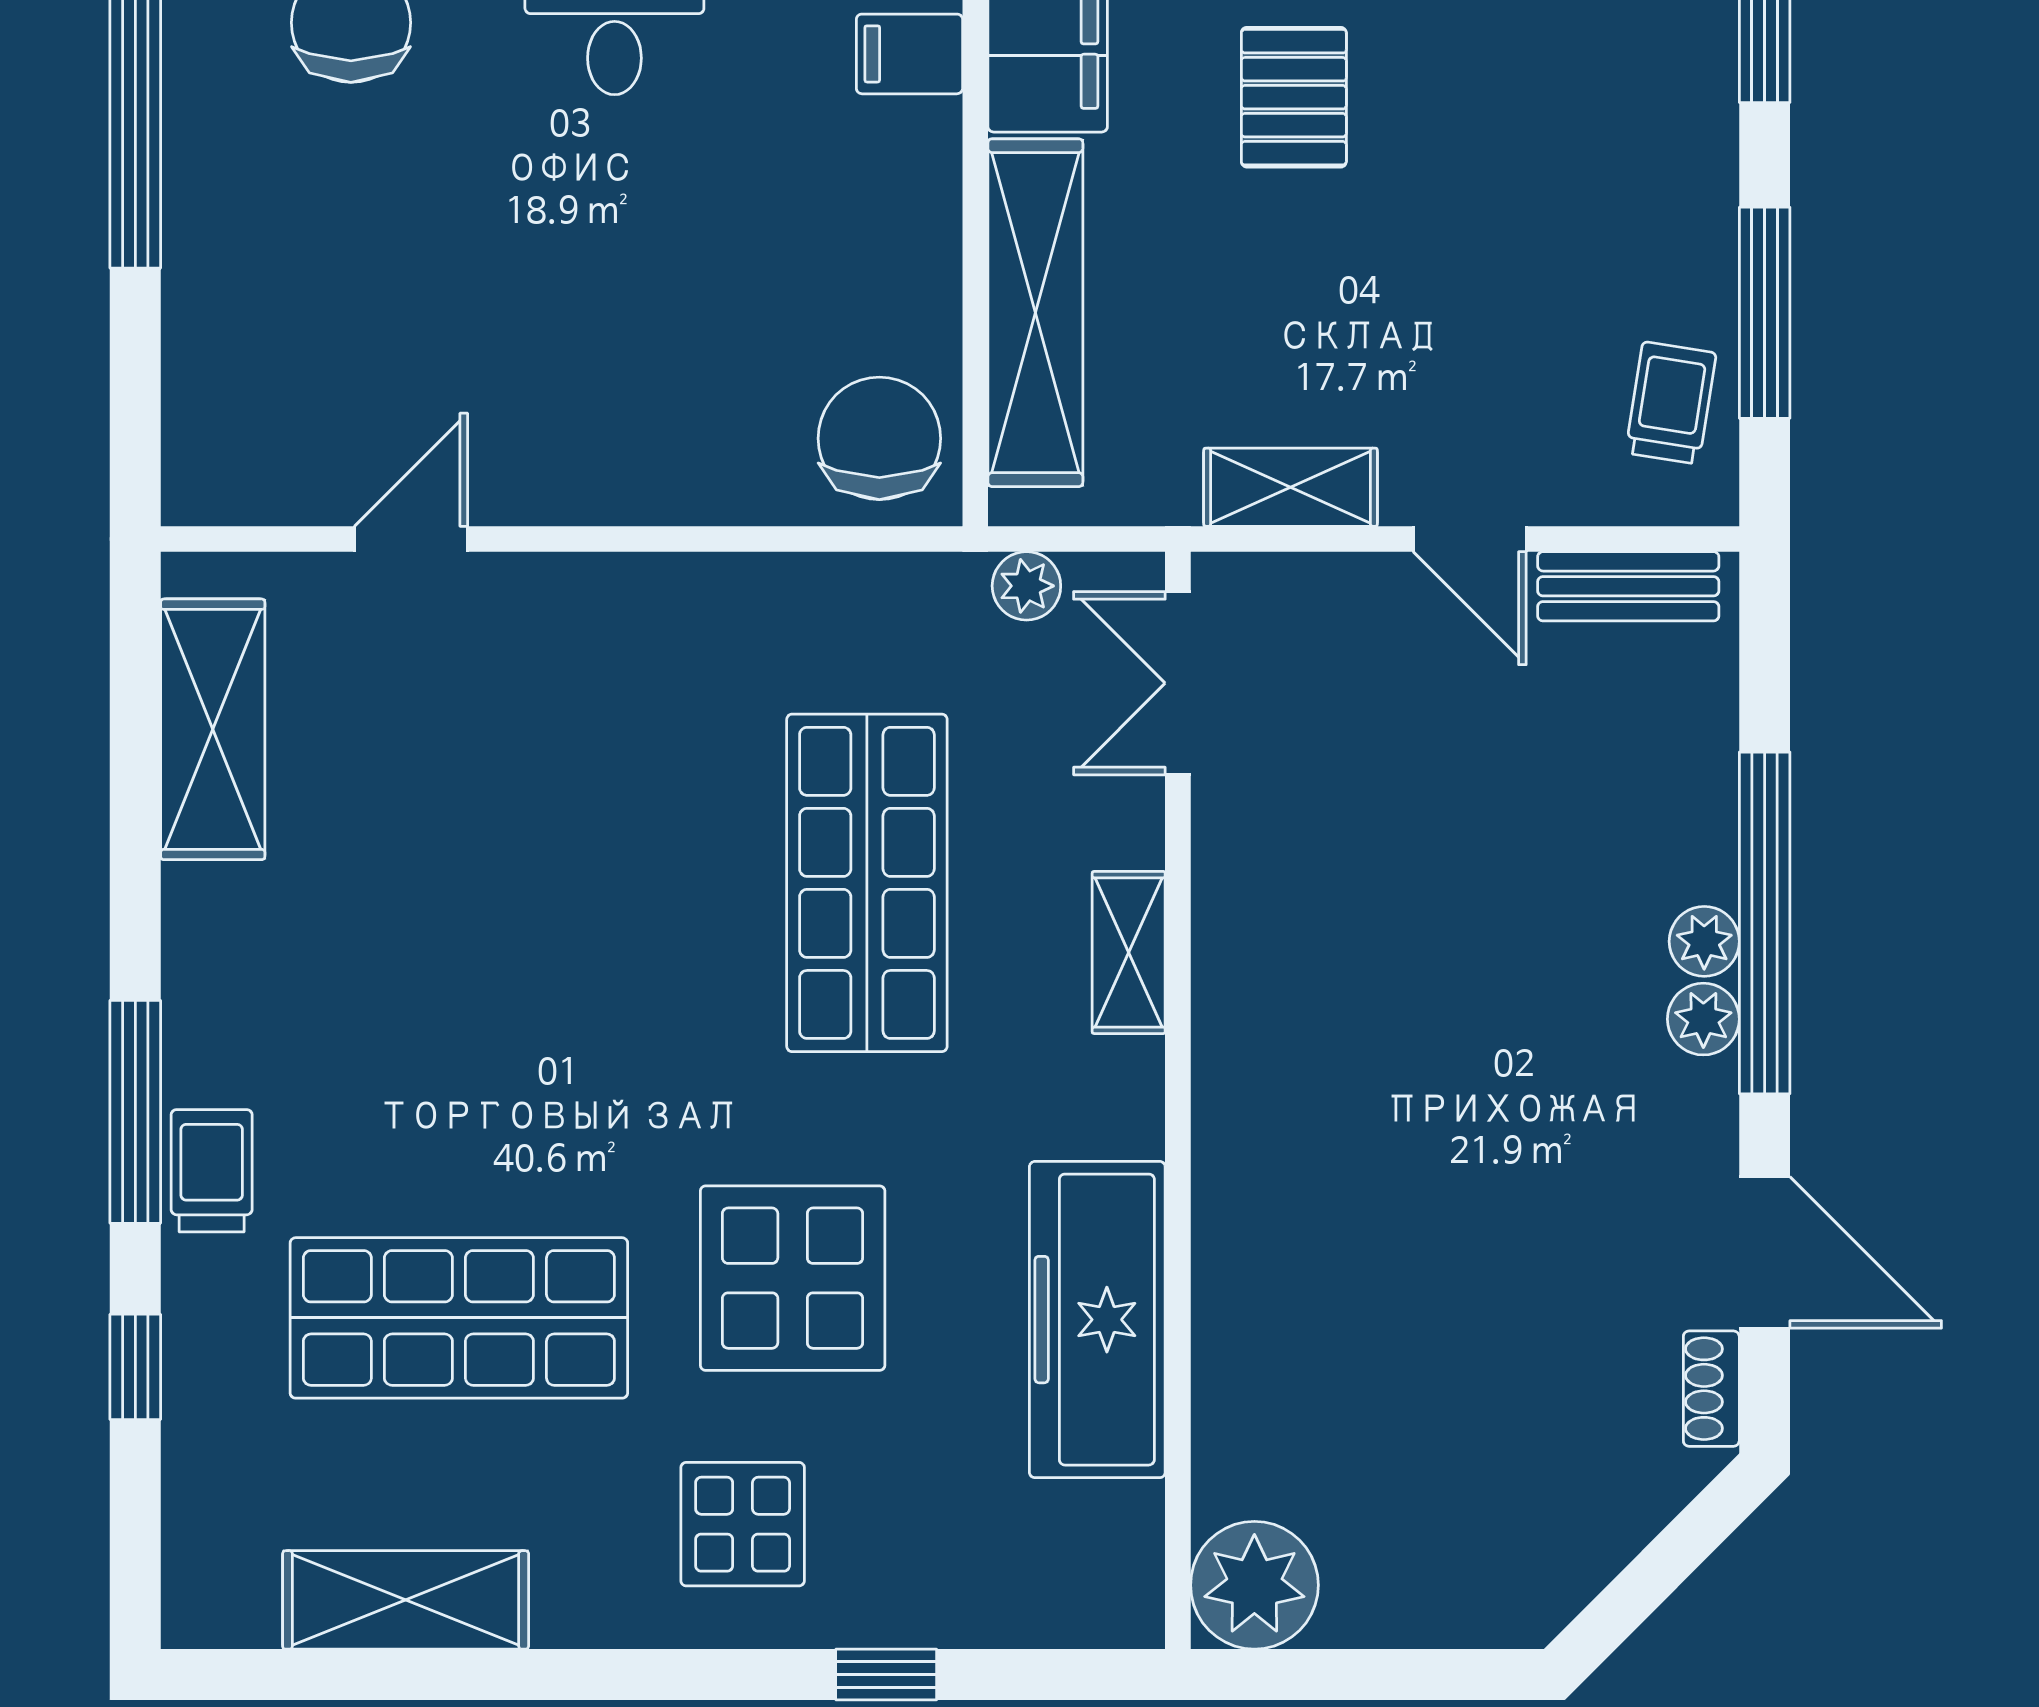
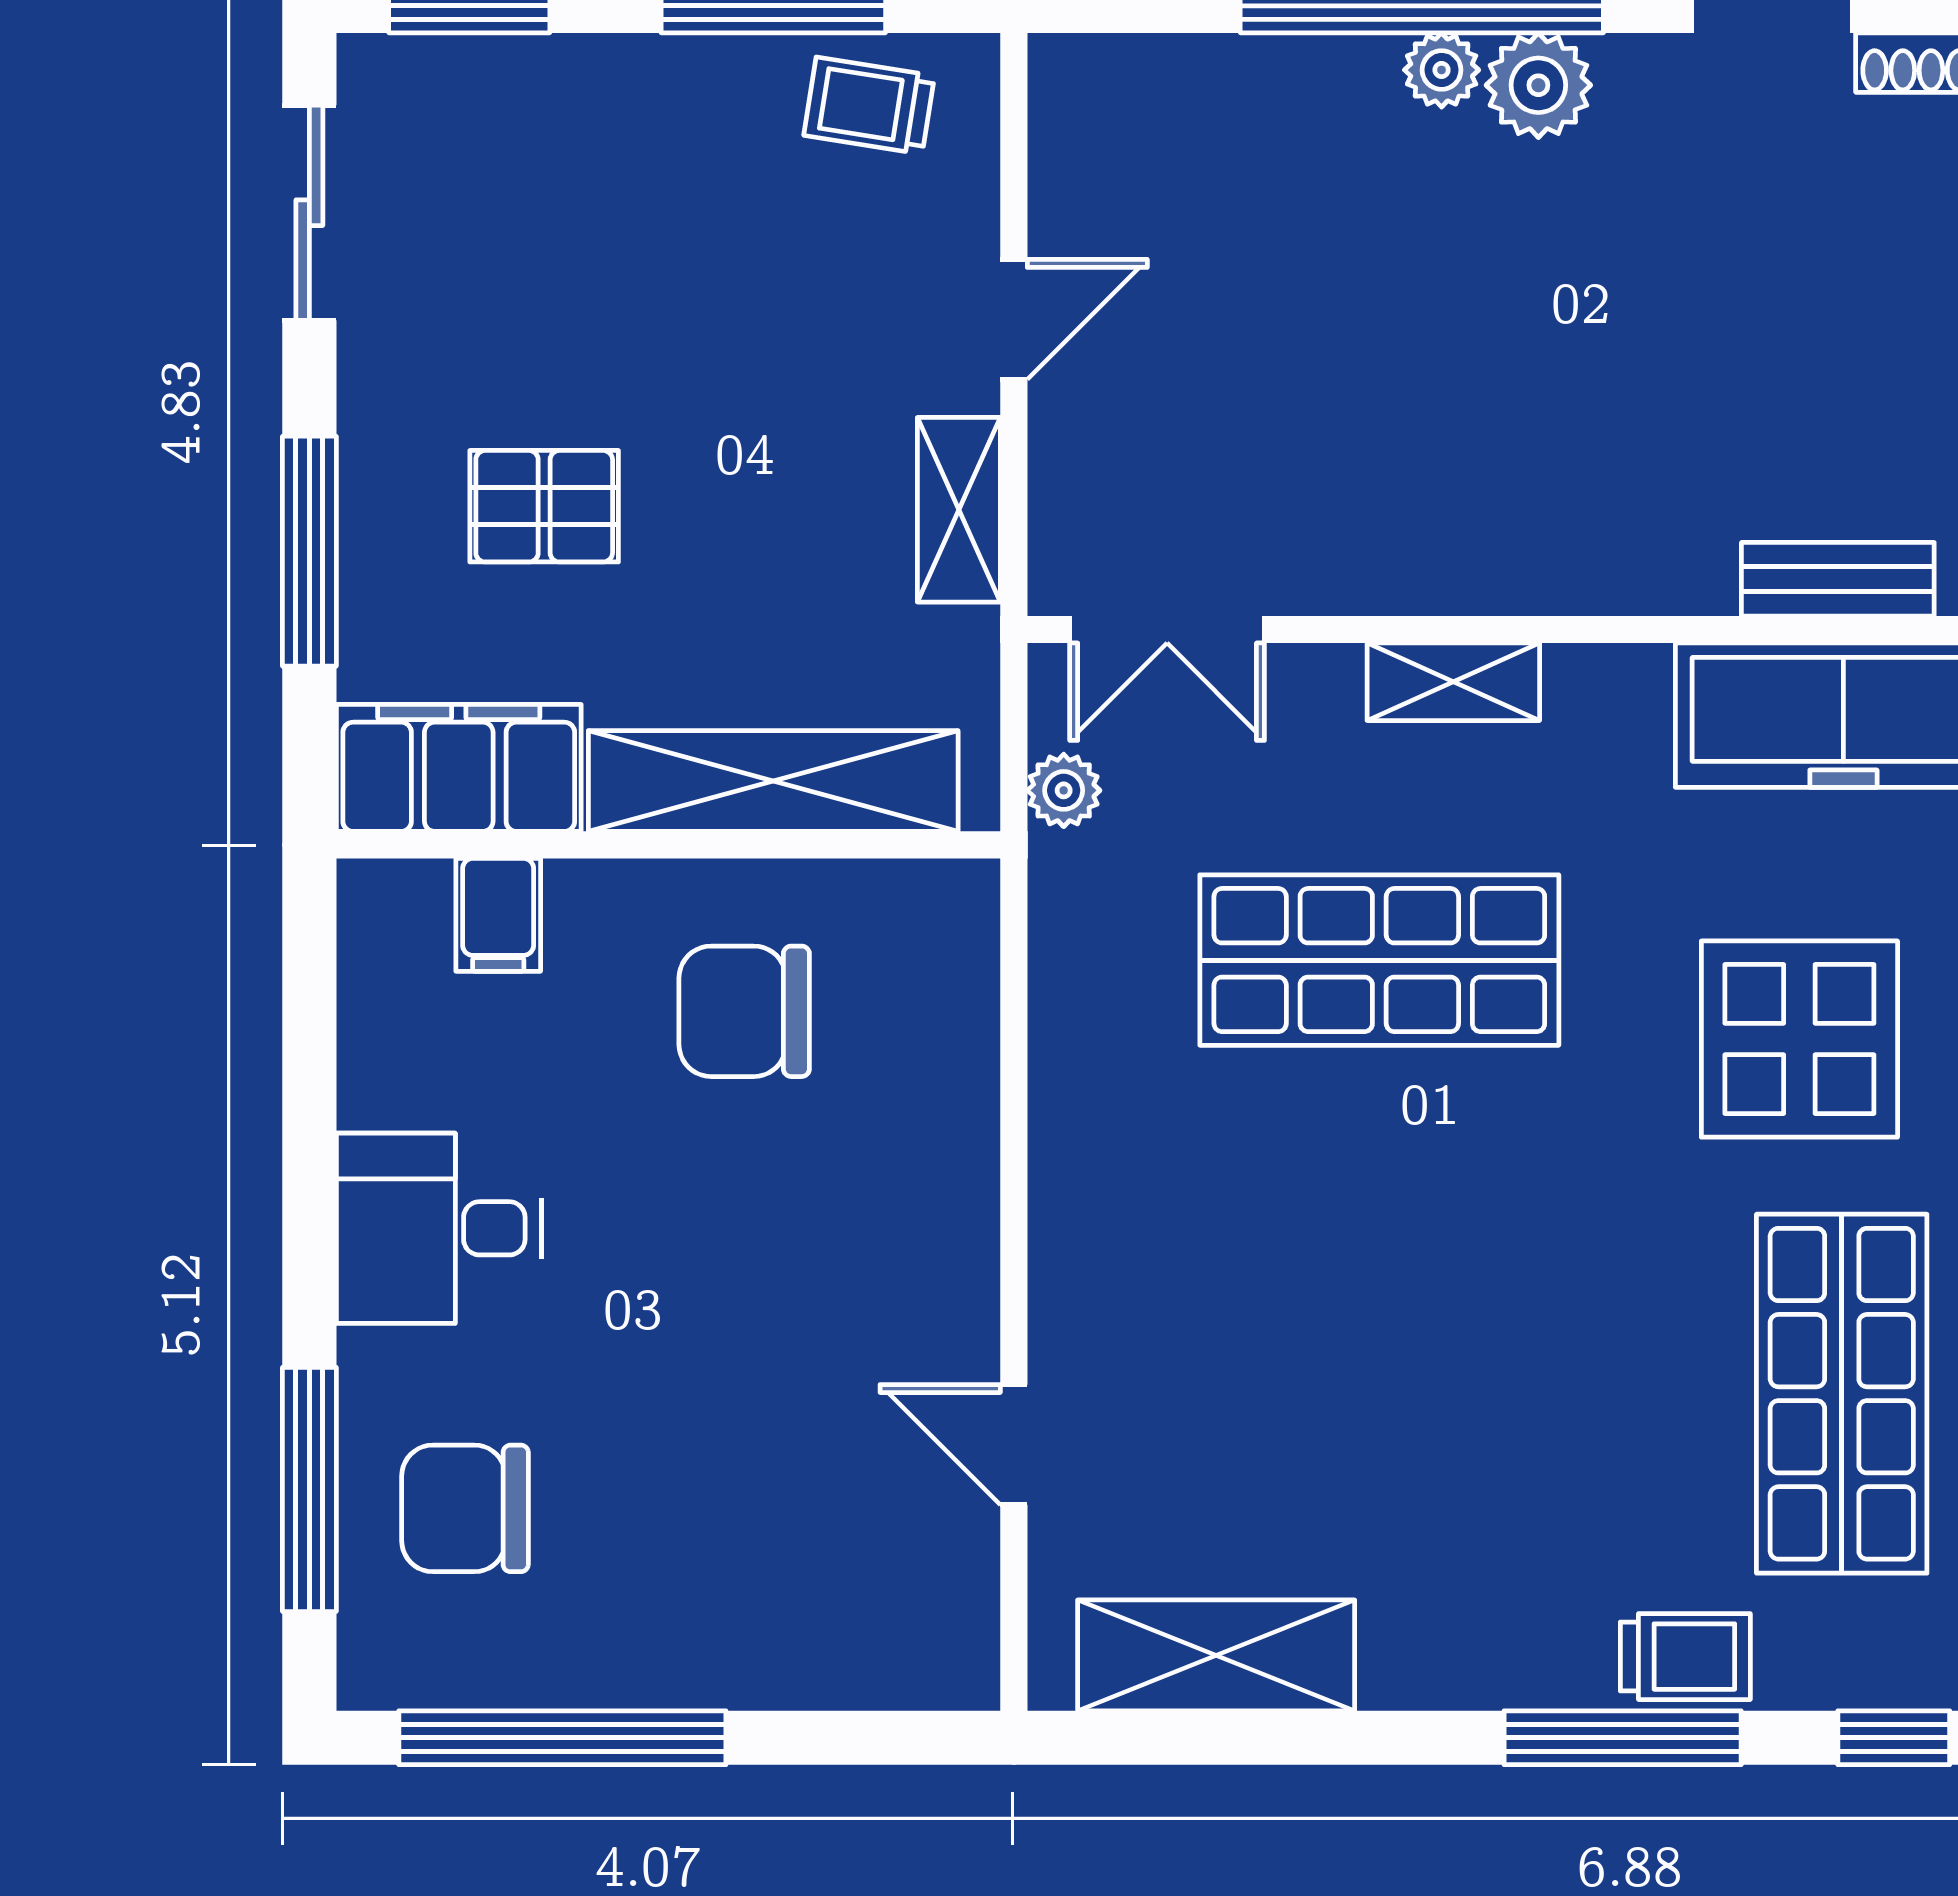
chair: (879, 438) -> (744, 1011), moved
bench: (1628, 586) -> (1838, 579), moved, turned 90
plant: (1703, 1019) -> (1538, 85), width x1.38, depth x1.38
trolley: (212, 1171) -> (1685, 1657), turned 180

